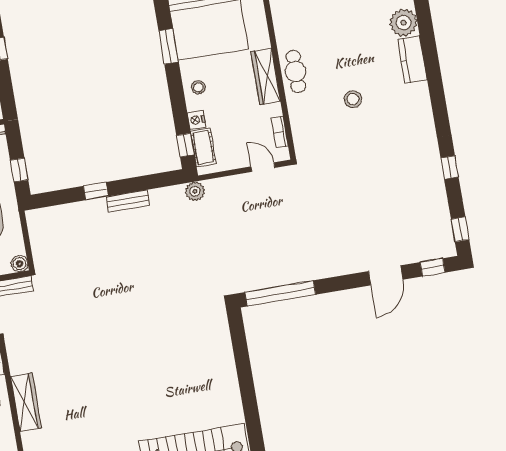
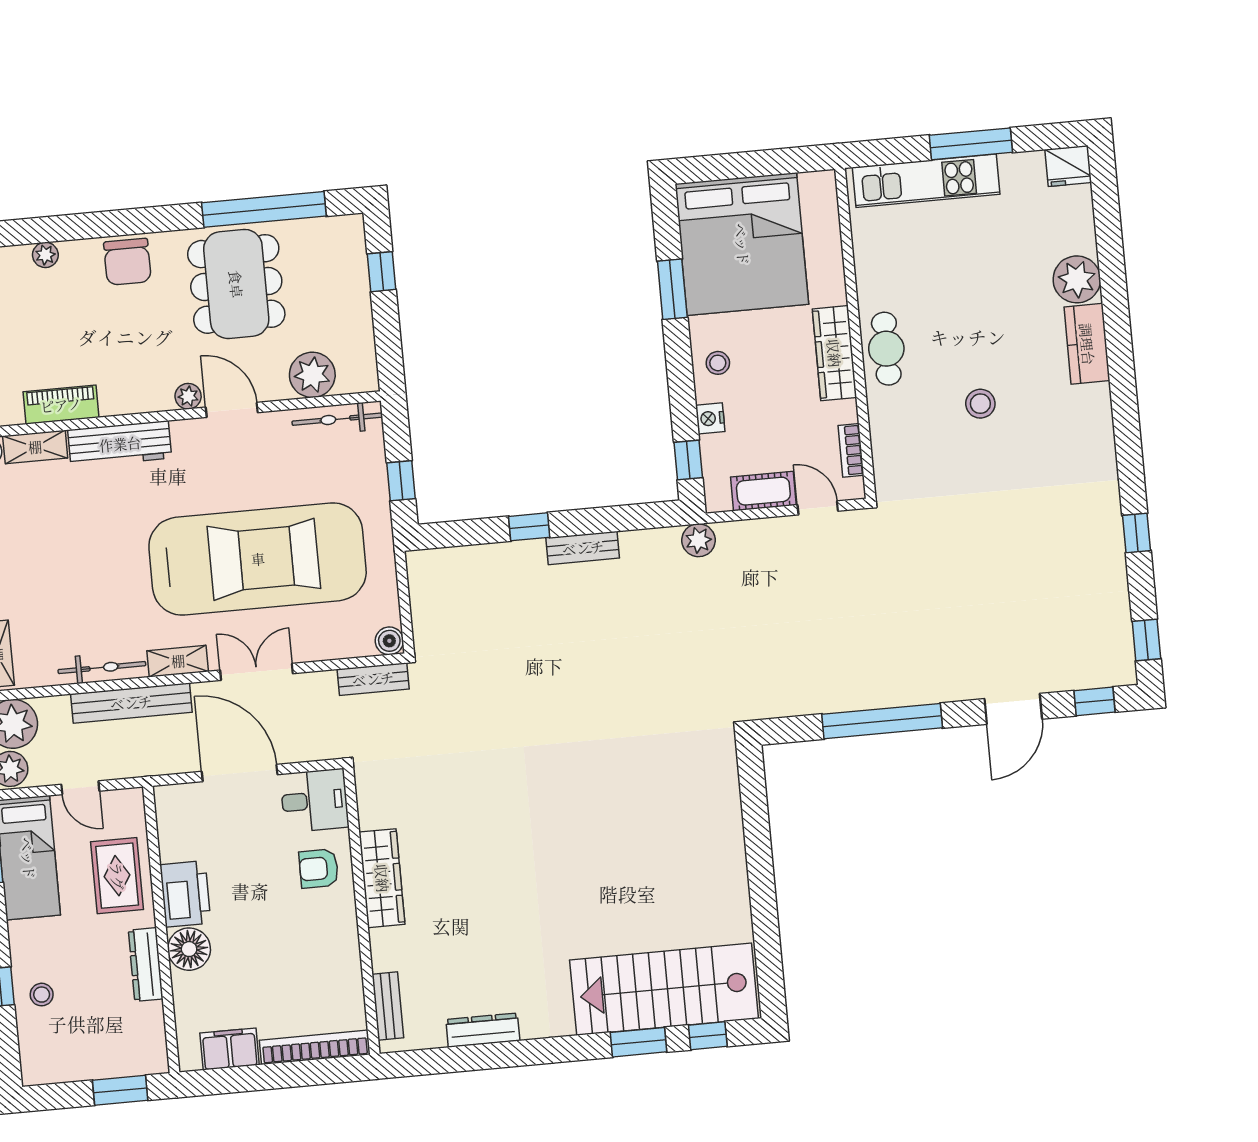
cot: (203, 147) -> (763, 491), moved, turned 90
window: (280, 293) -> (882, 721), moved

